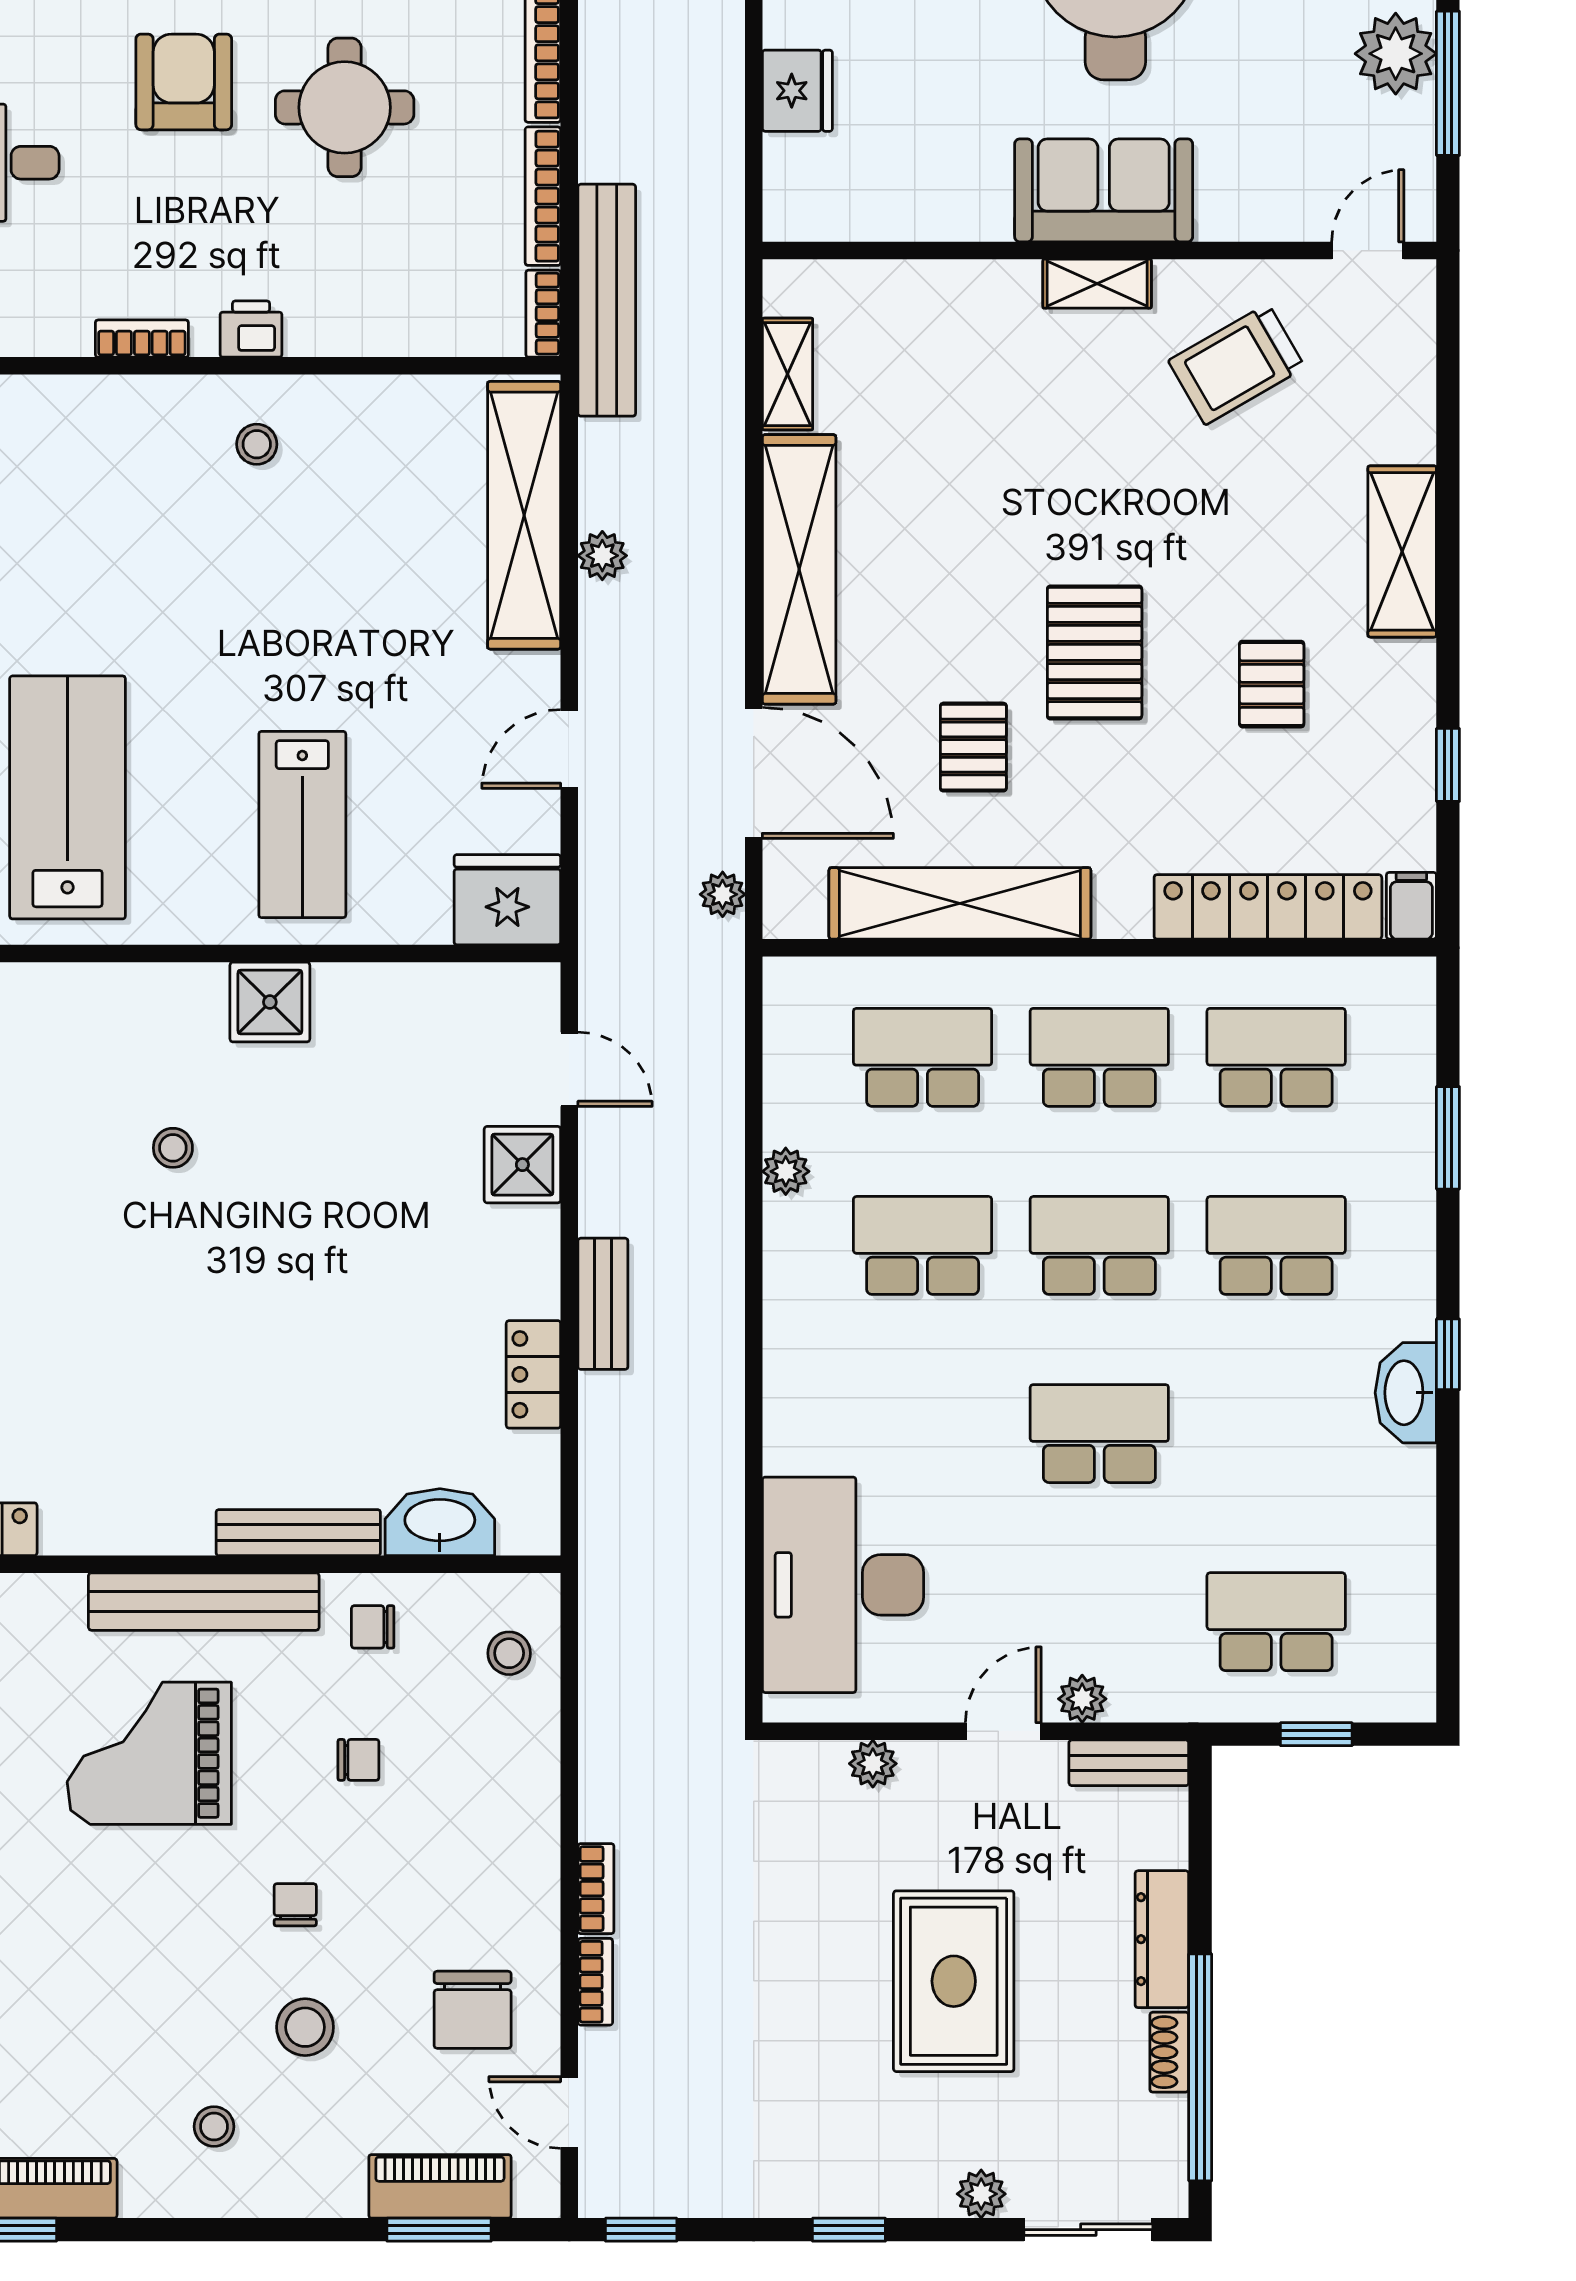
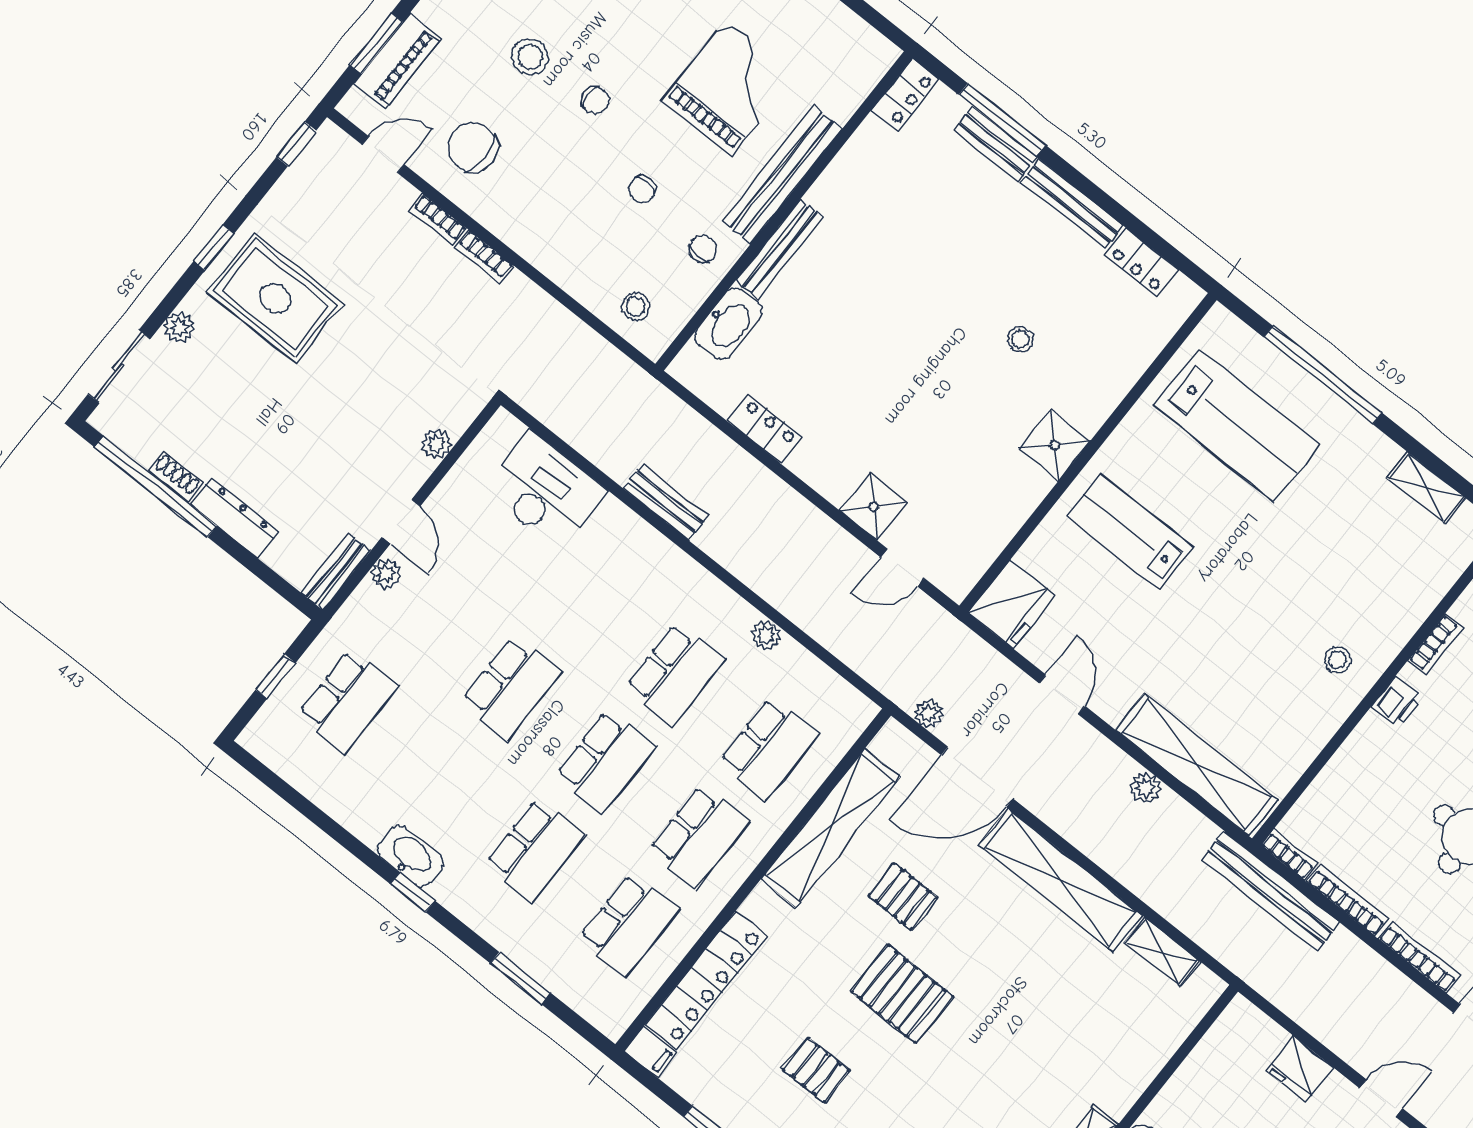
bench: (603, 1304) -> (666, 502), moved
desk: (843, 1585) -> (545, 491), width x0.73, depth x0.77
rug: (954, 1981) -> (275, 298), moved

